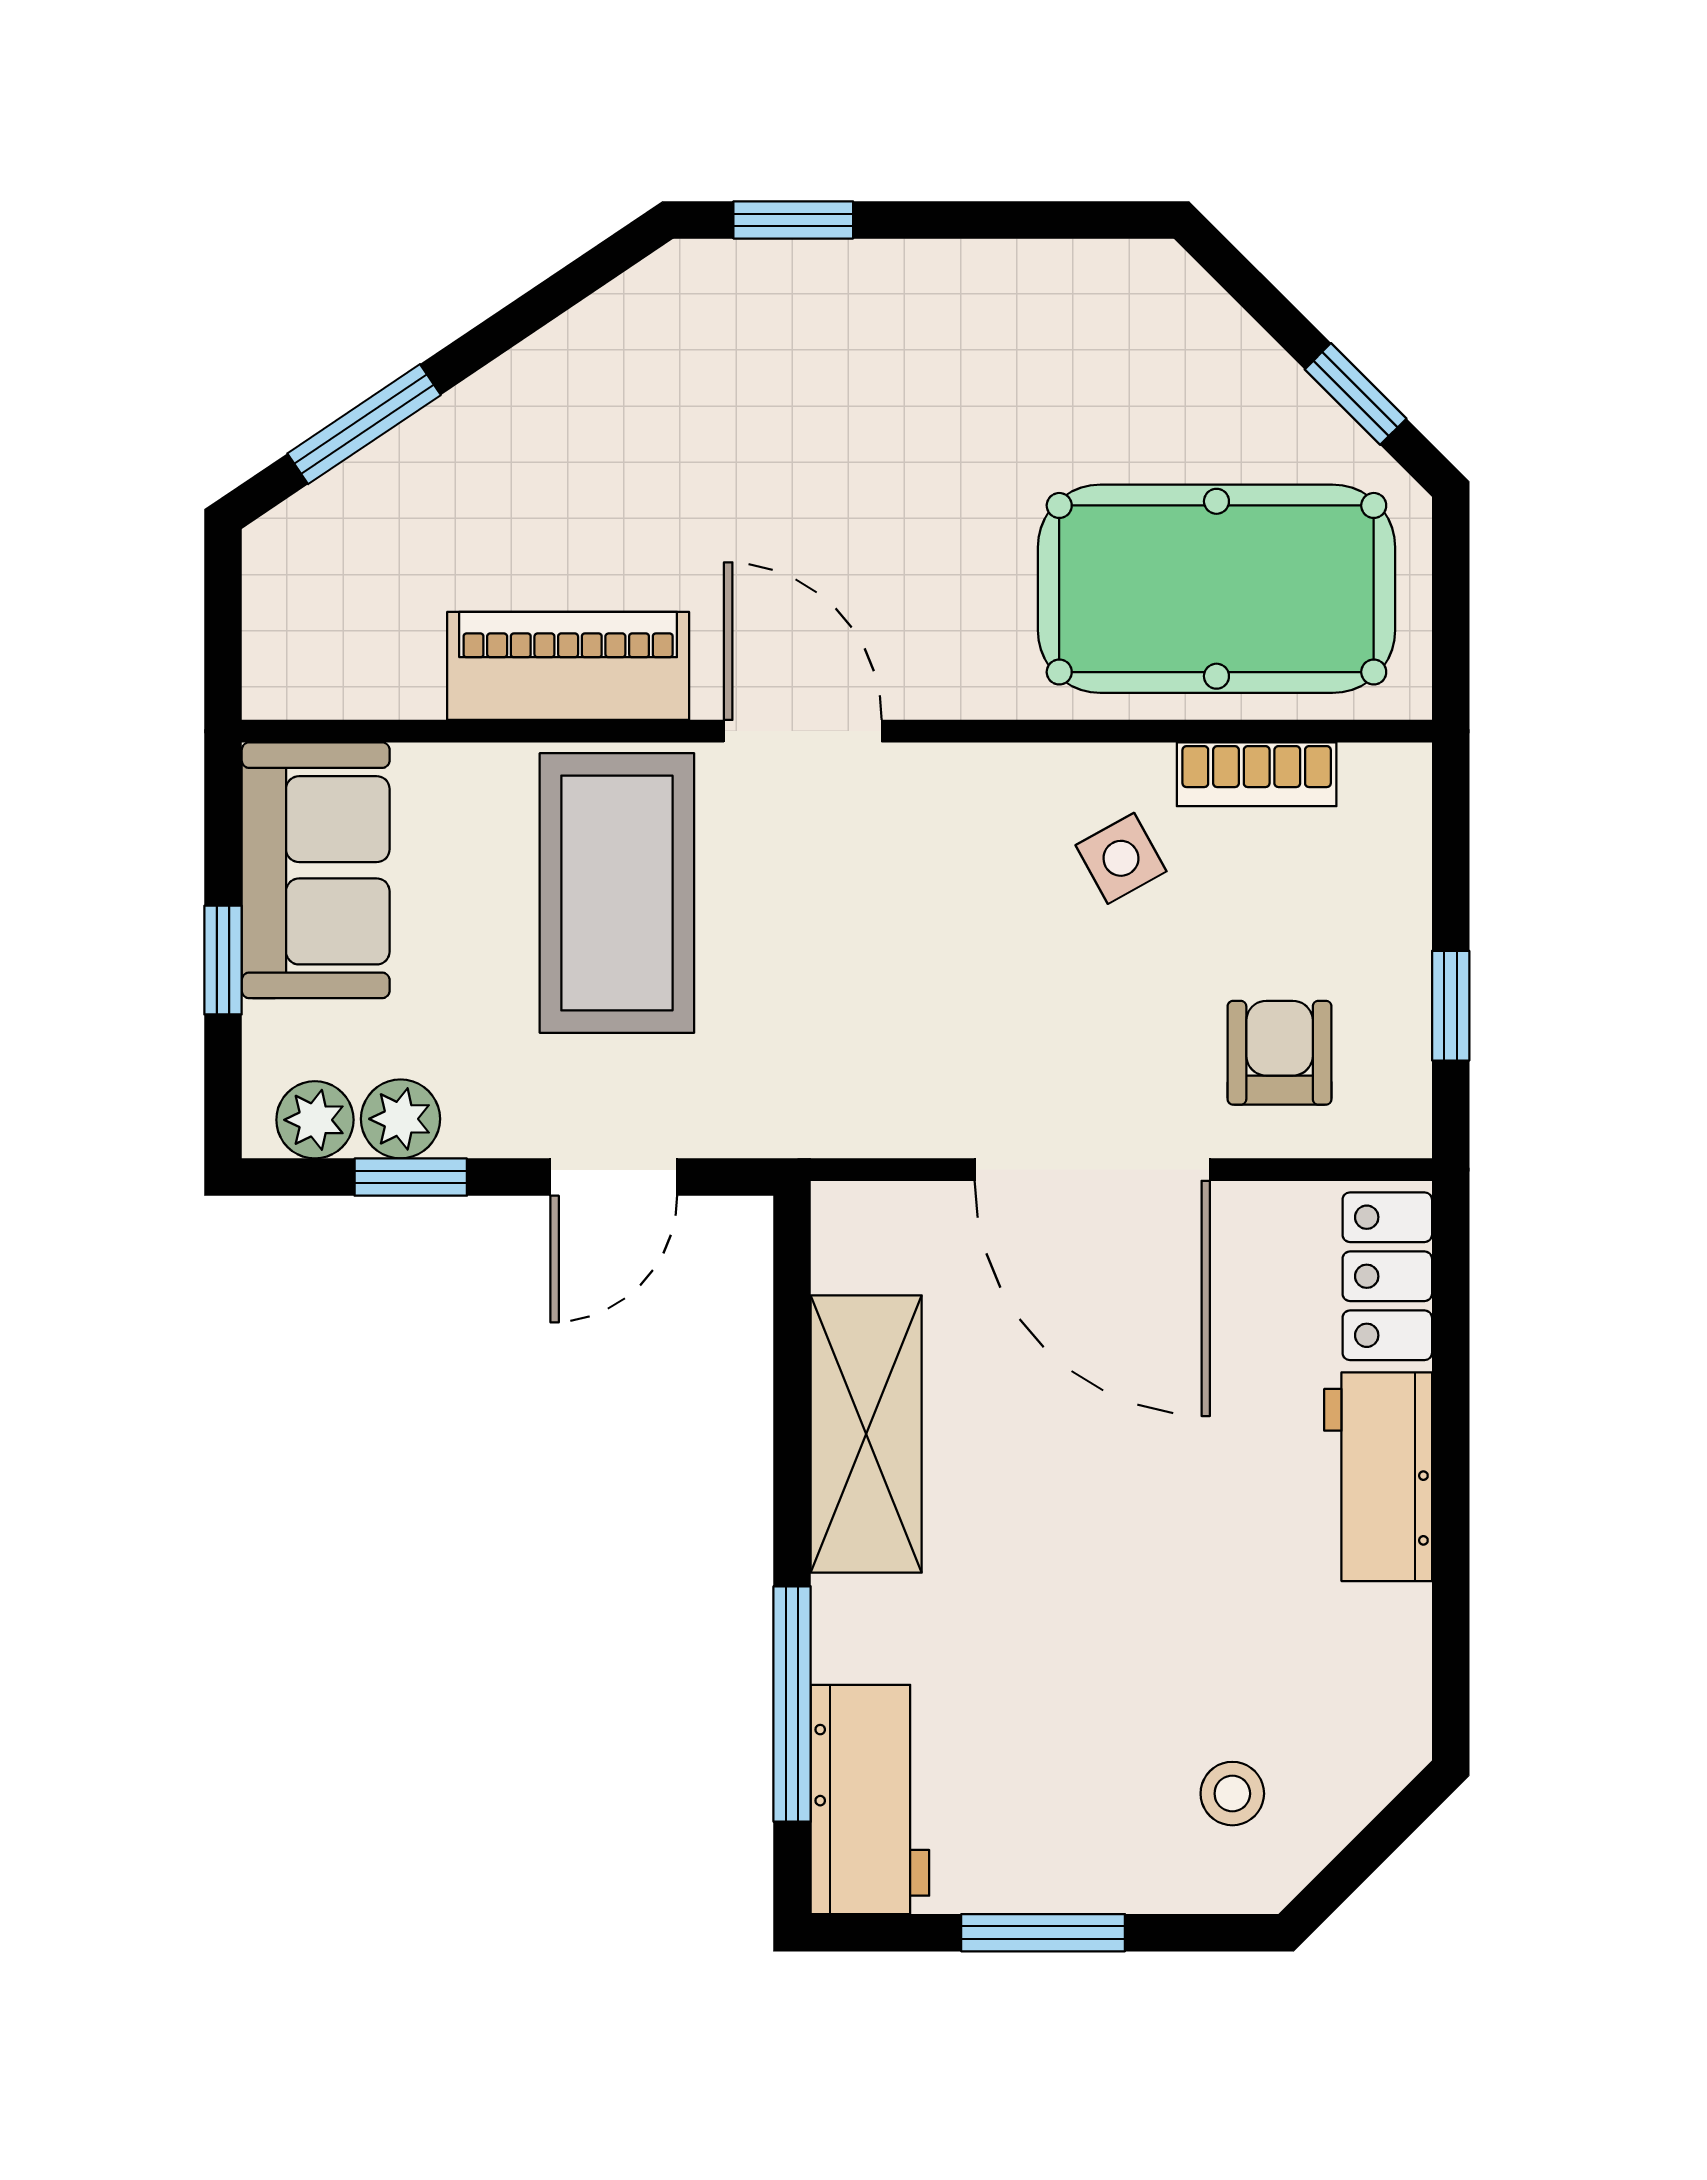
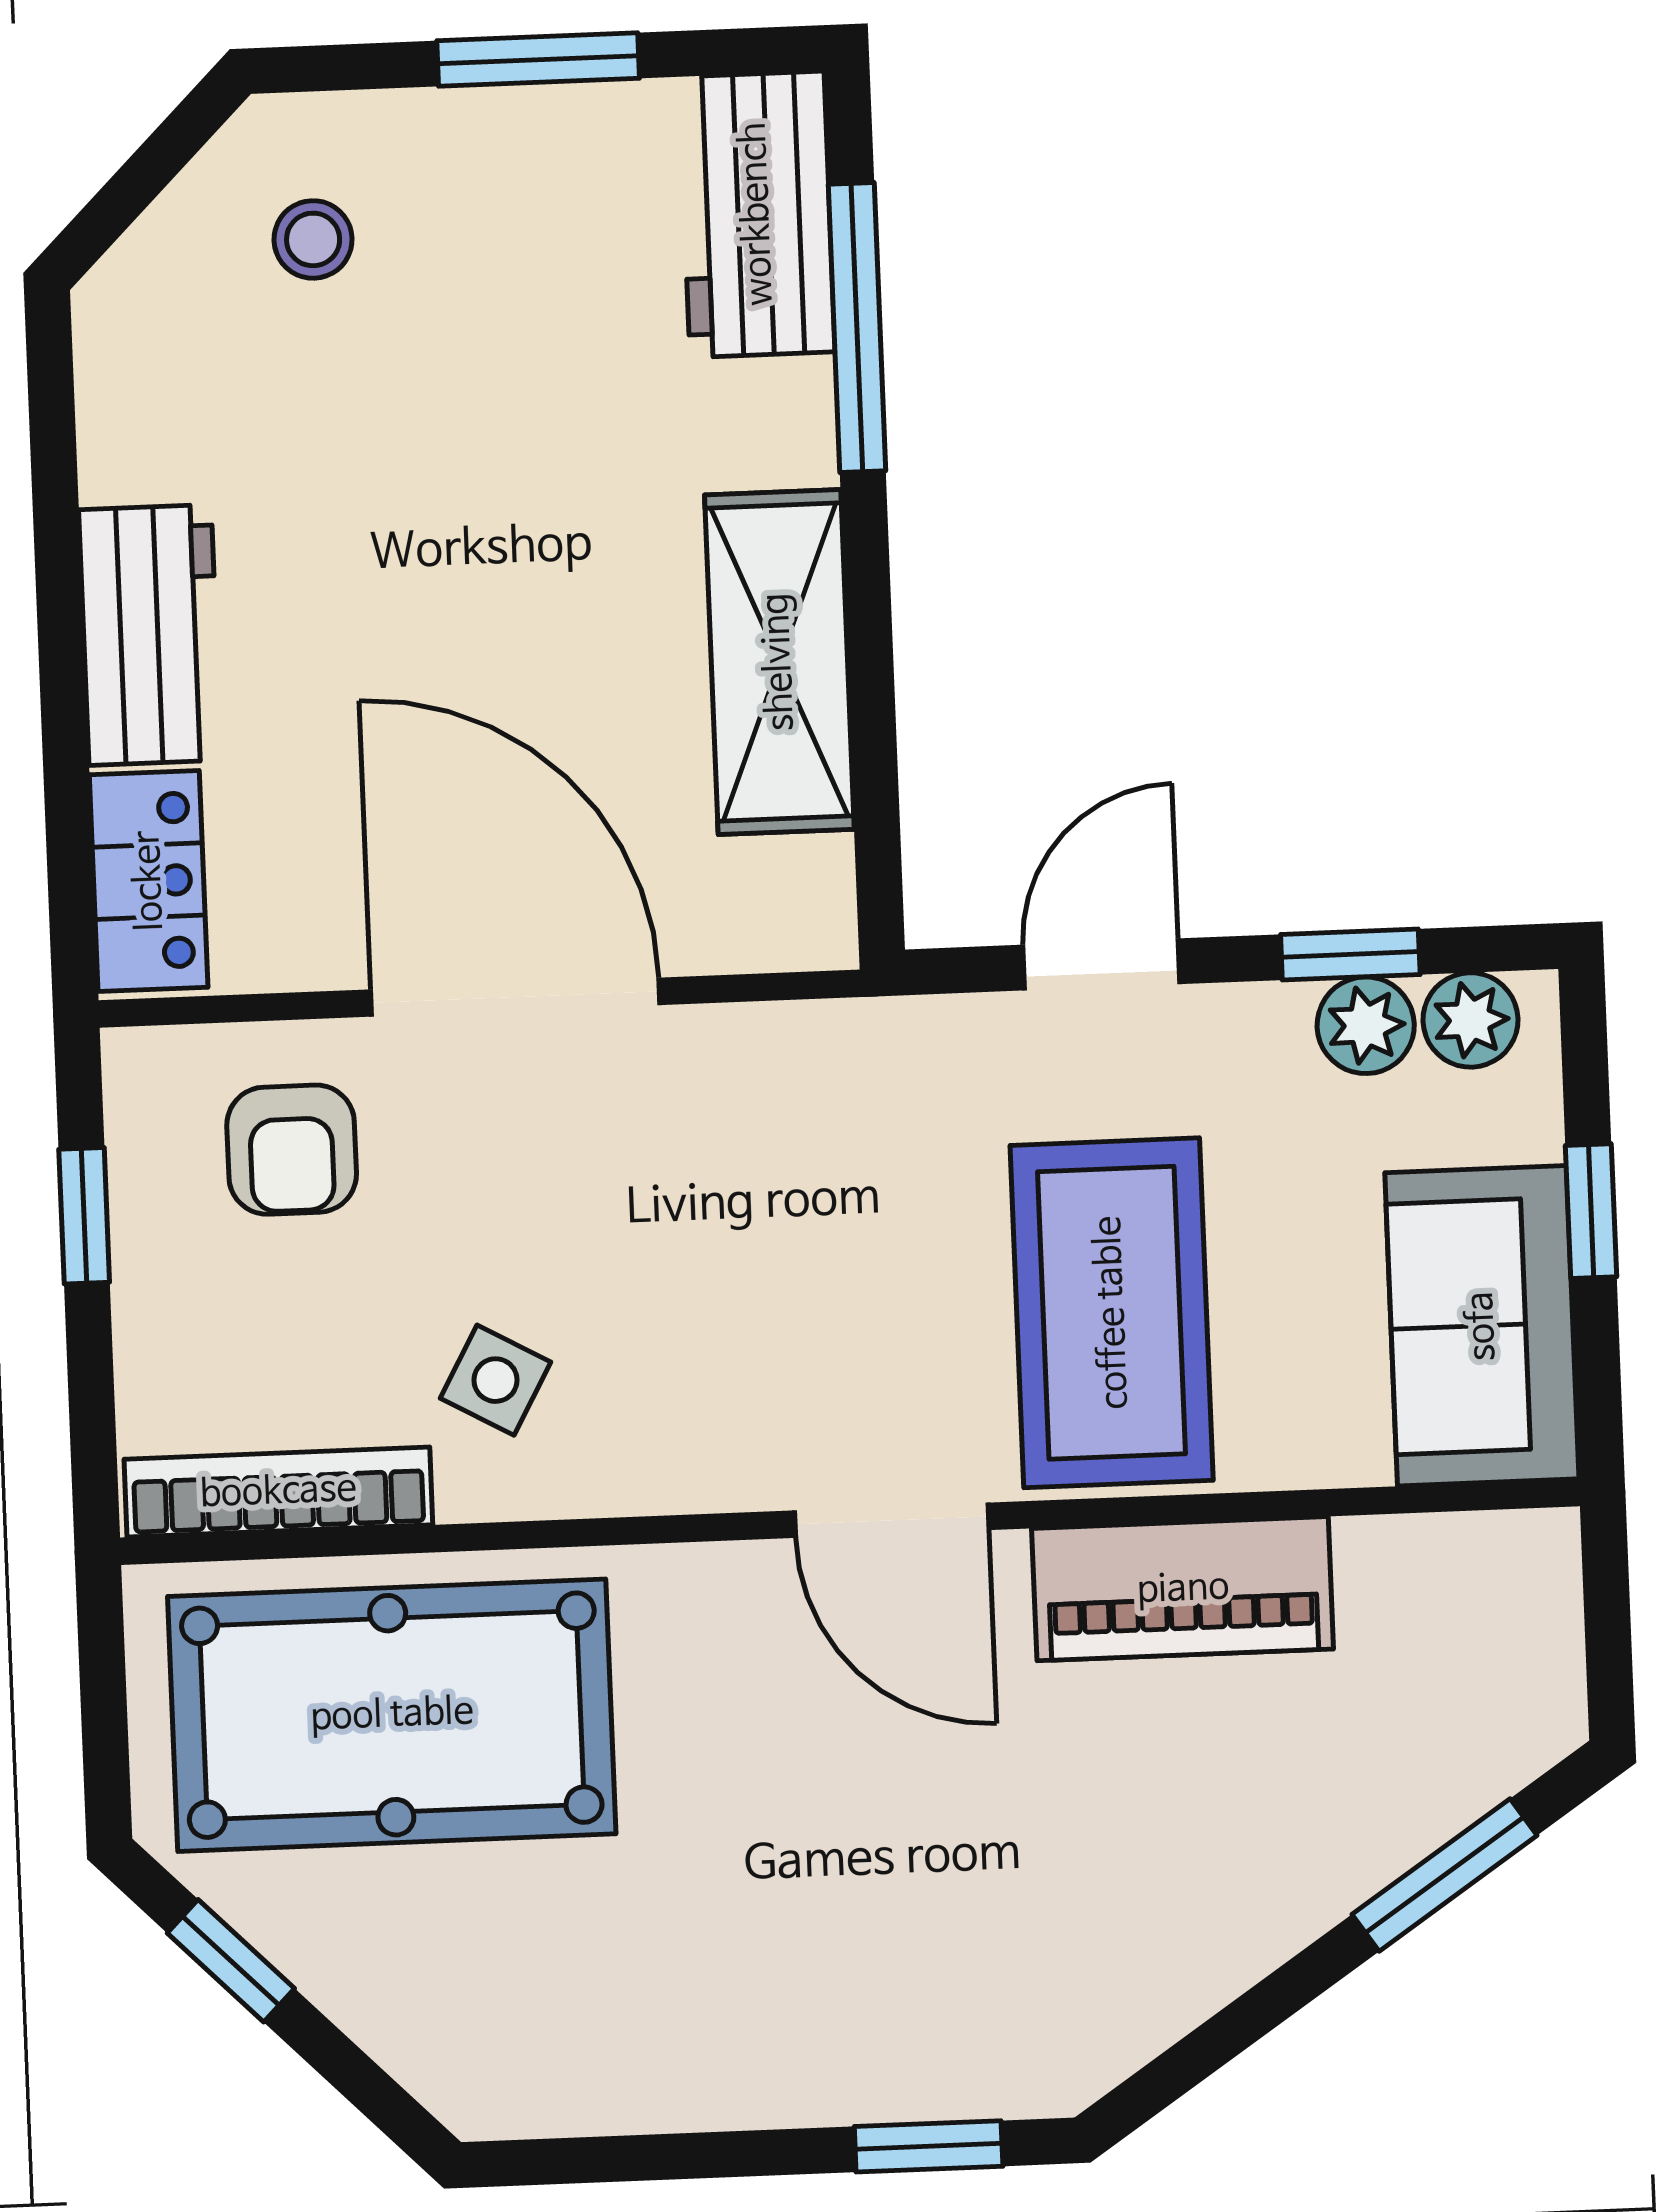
bookcase: (1257, 774) -> (278, 1492), width x1.56
side table: (1121, 858) -> (496, 1380), turned -32

